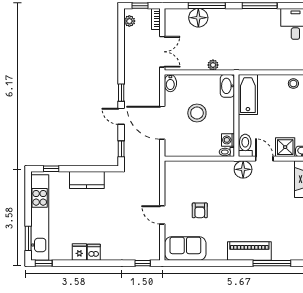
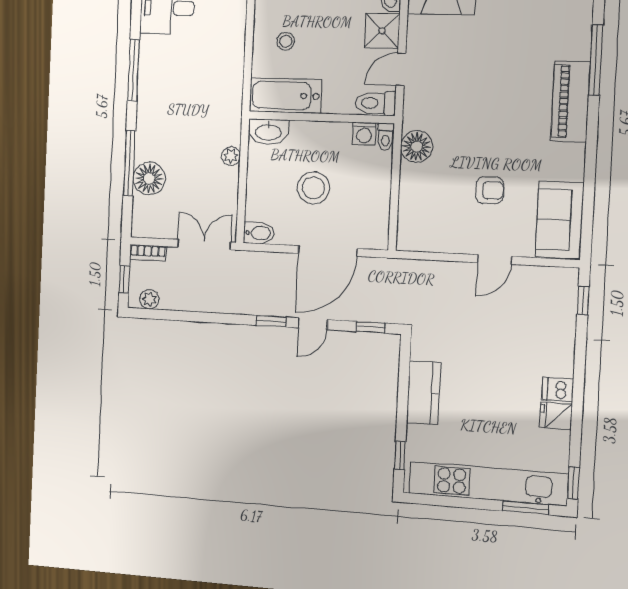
stool: (293, 84) -> (286, 41), moved
floor lamp: (243, 169) -> (417, 147), moved

